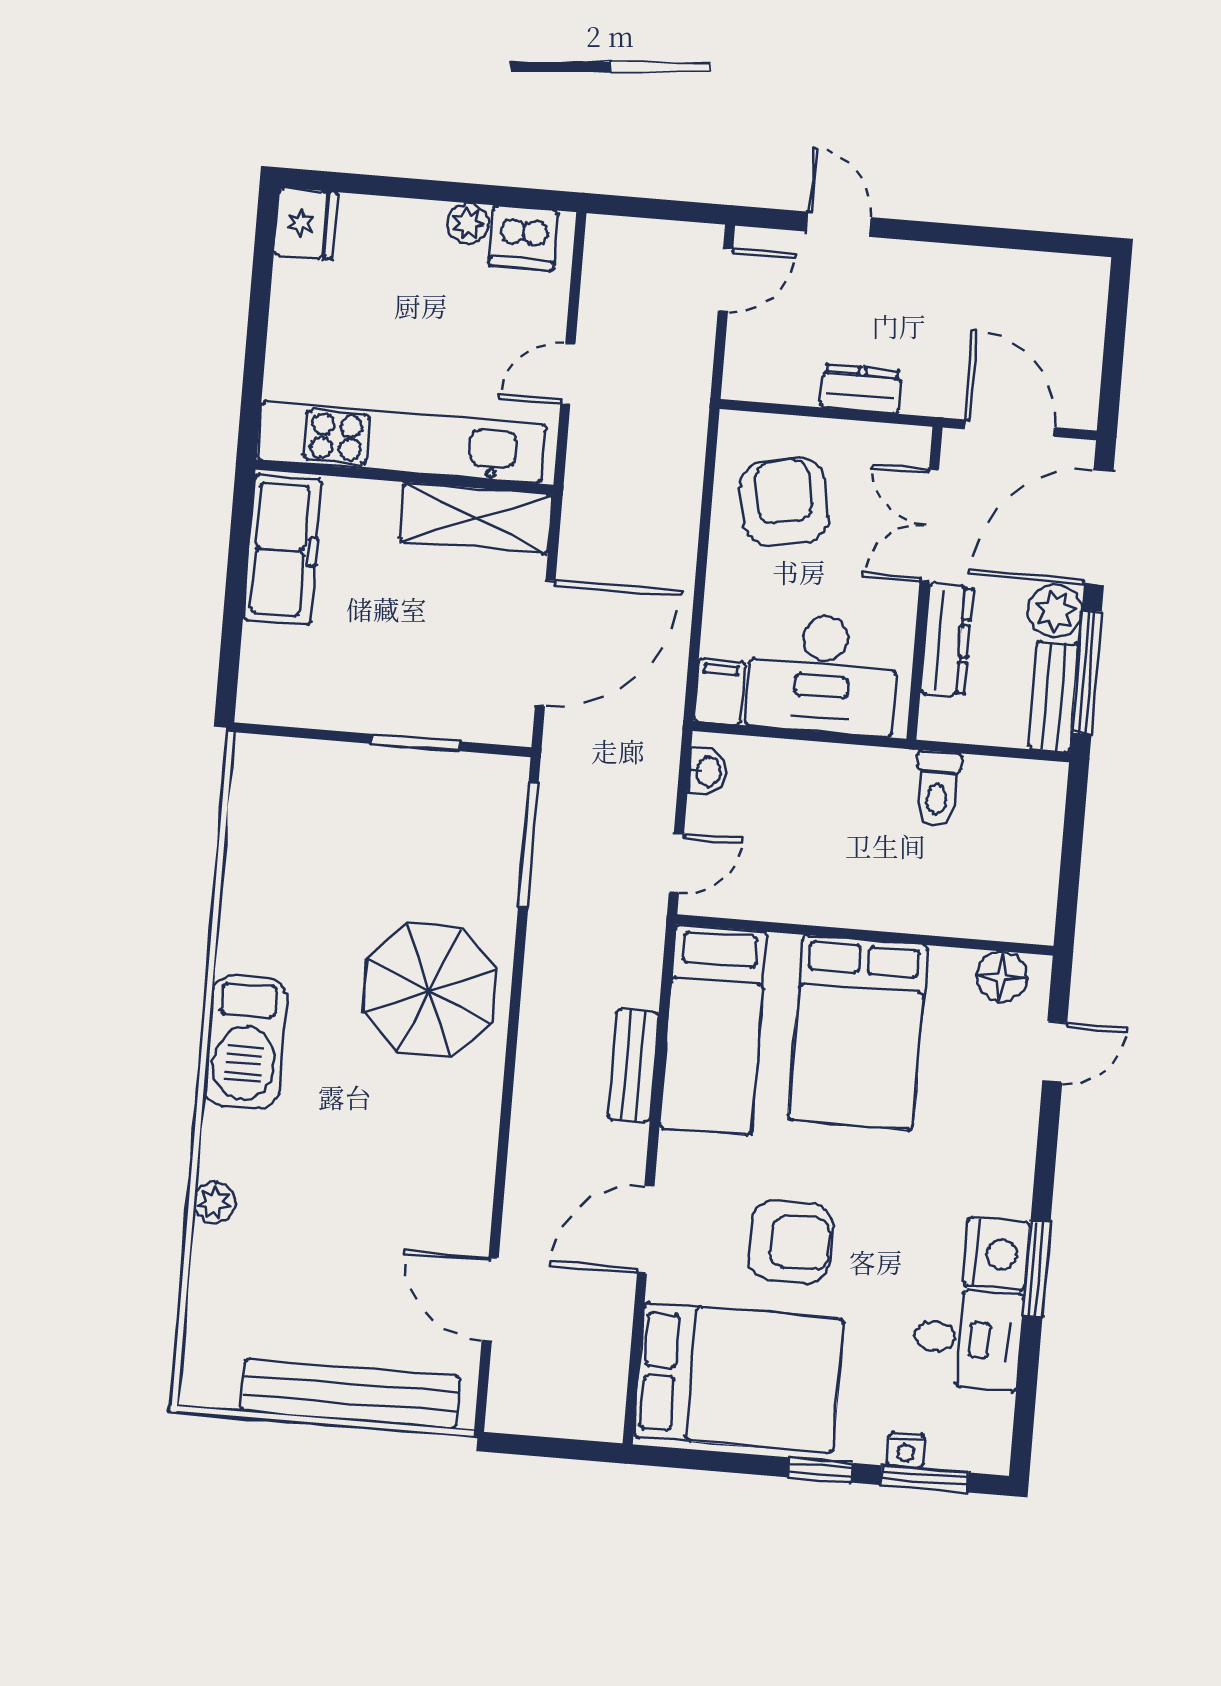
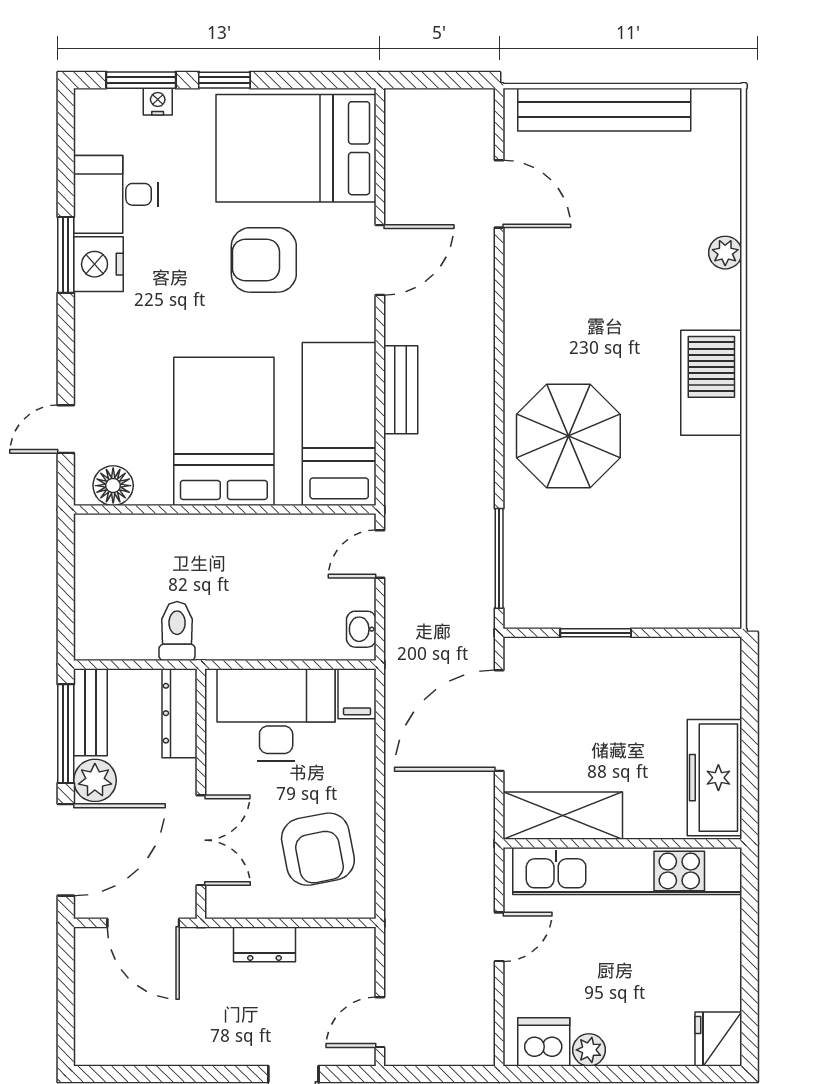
dresser: (947, 640) -> (180, 713), moved

